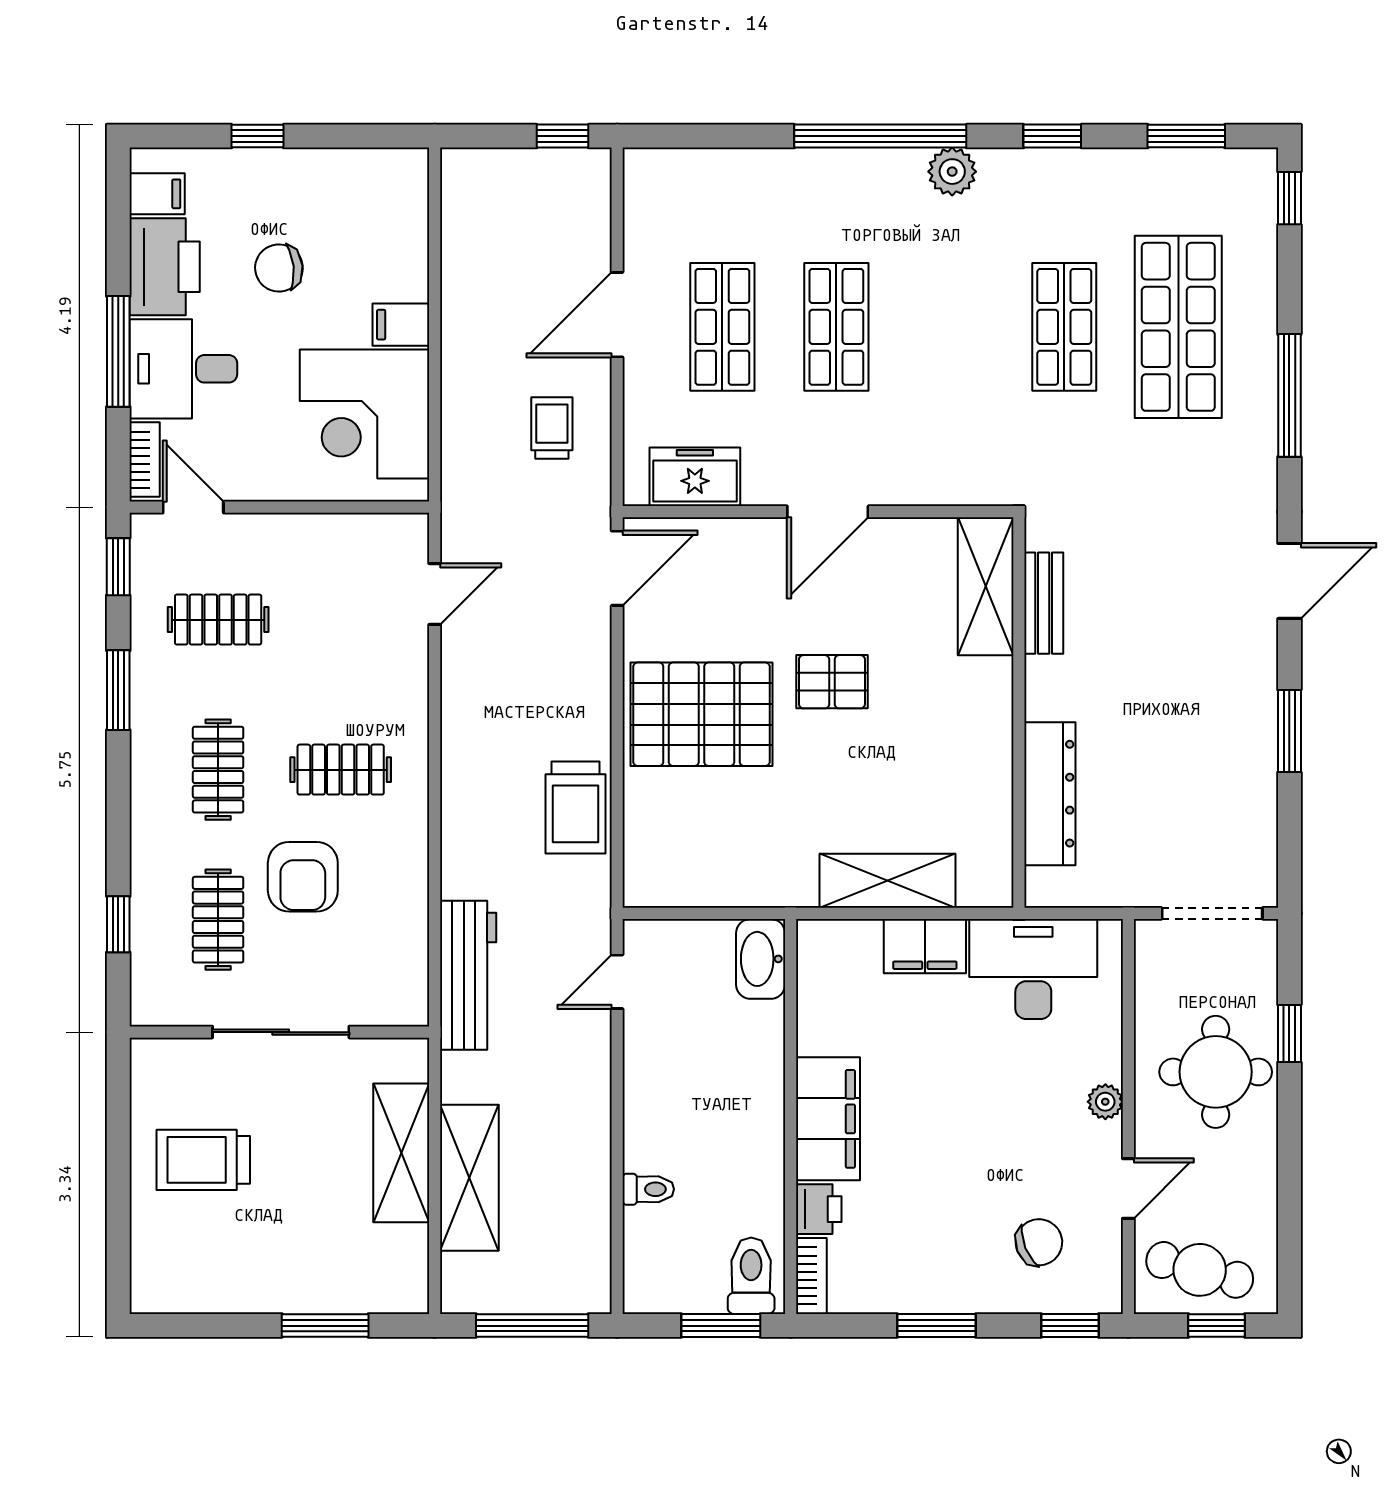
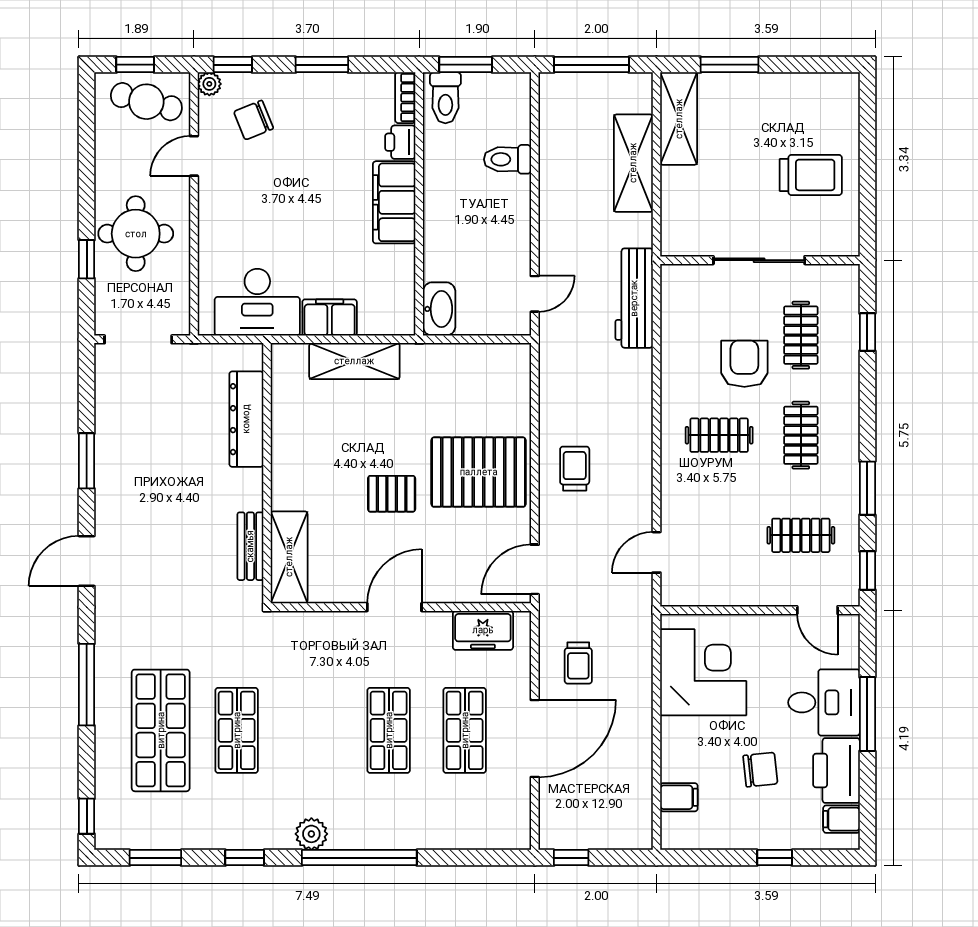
door: (617, 315) -> (535, 738), width x1.36
filing cabinet: (401, 325) -> (679, 797), moved
bookcase: (145, 460) -> (850, 642), removed
trolley: (576, 807) -> (575, 469), moved, width x0.73, depth x0.72
plant: (1105, 1102) -> (209, 84), moved
shelving: (401, 1153) -> (679, 119), moved
toilet: (648, 1189) -> (507, 159), width x1.37, depth x1.39

